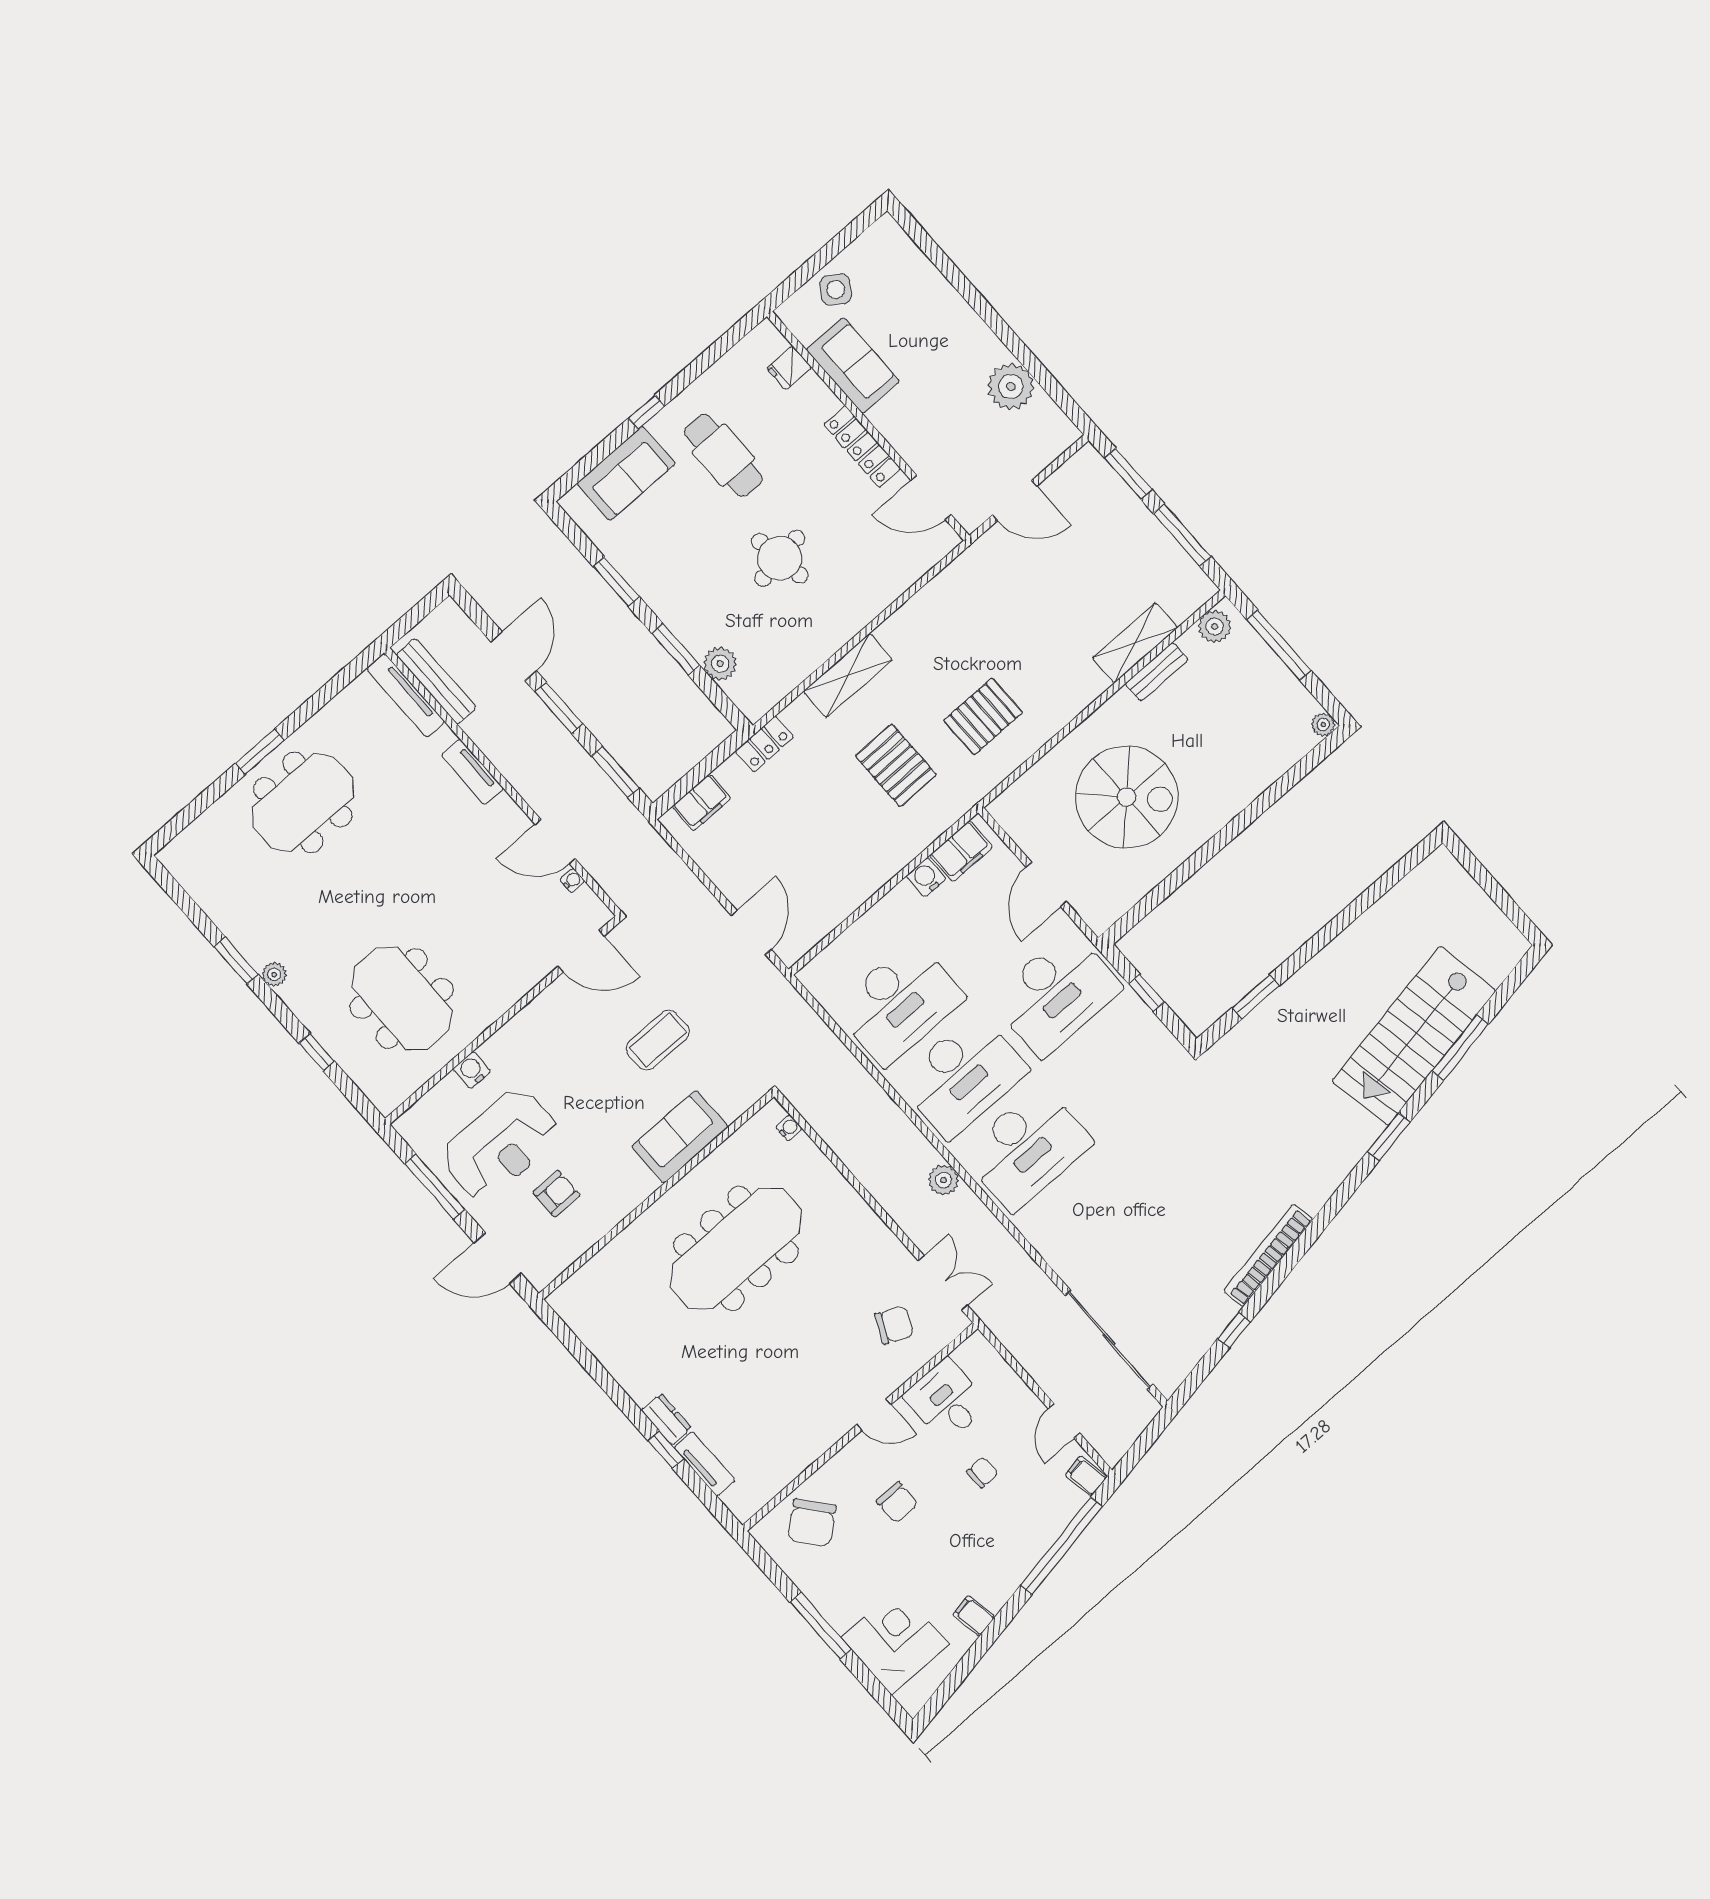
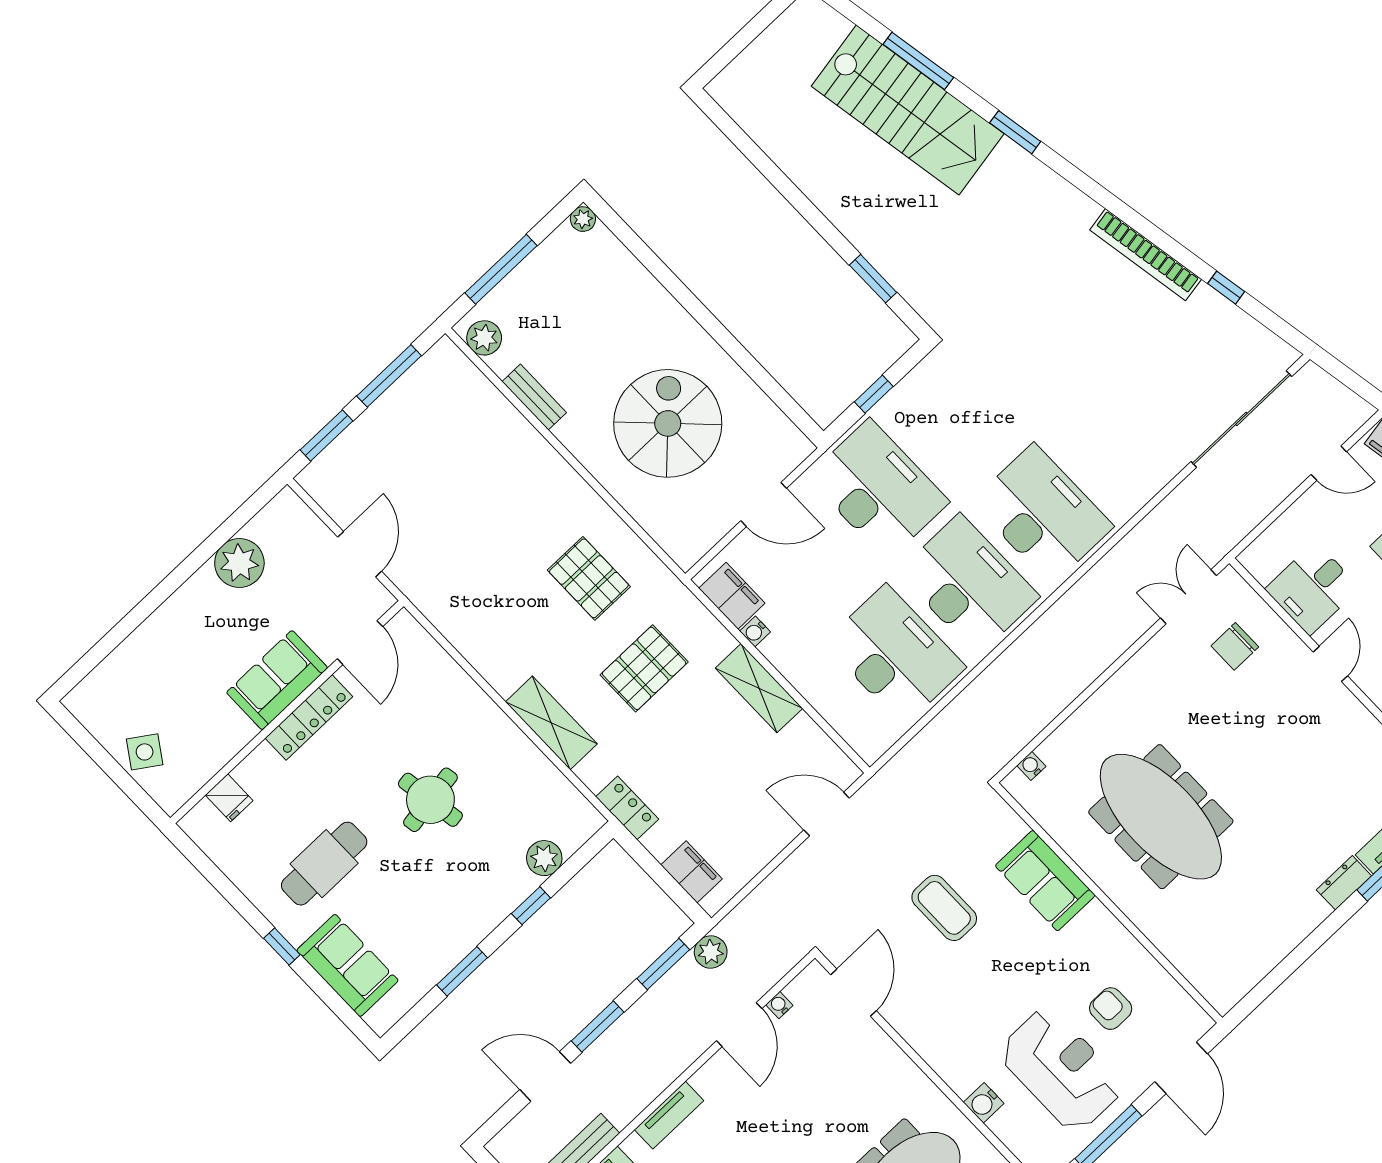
sofa: (853, 366) -> (277, 680), moved
shelving: (1135, 643) -> (759, 688), moved
window: (676, 649) -> (531, 906), width x0.67
water cooler: (926, 877) -> (755, 632), width x0.72, depth x0.72
plant: (944, 1180) -> (711, 952), moved
chair: (894, 1325) -> (1235, 646), turned -115

